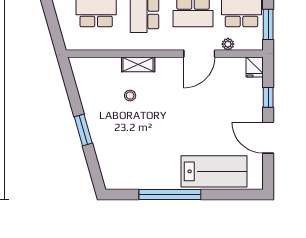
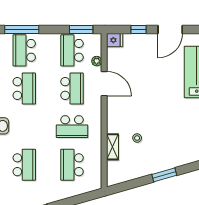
shelving: (138, 64) -> (113, 147), moved

